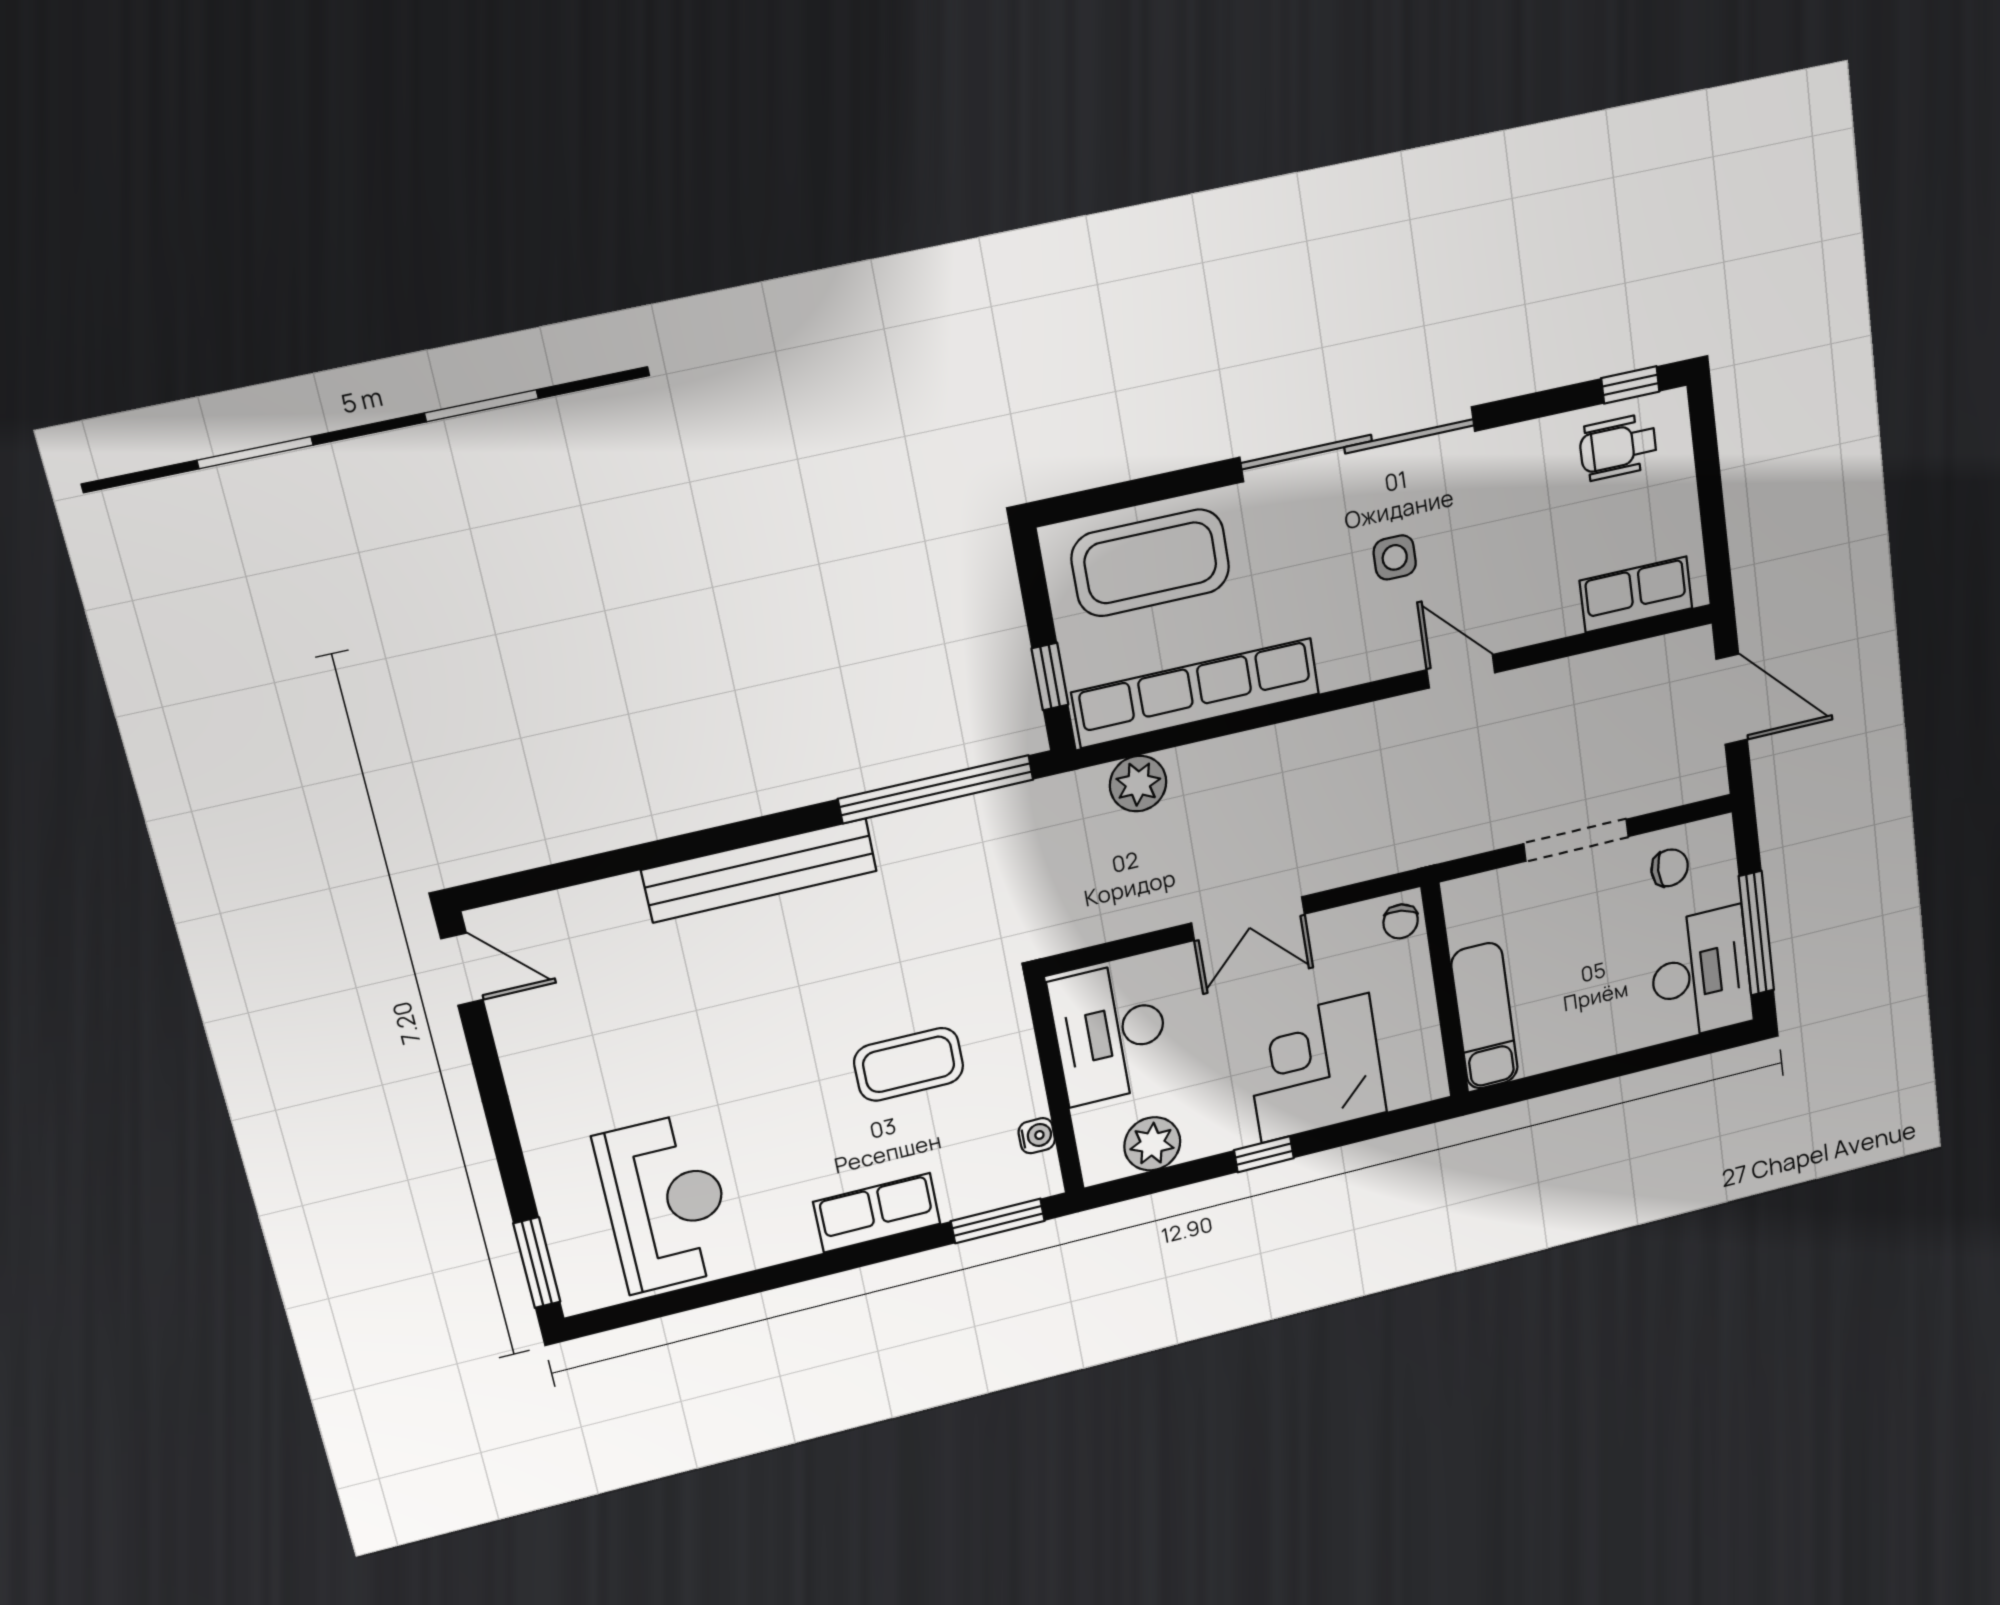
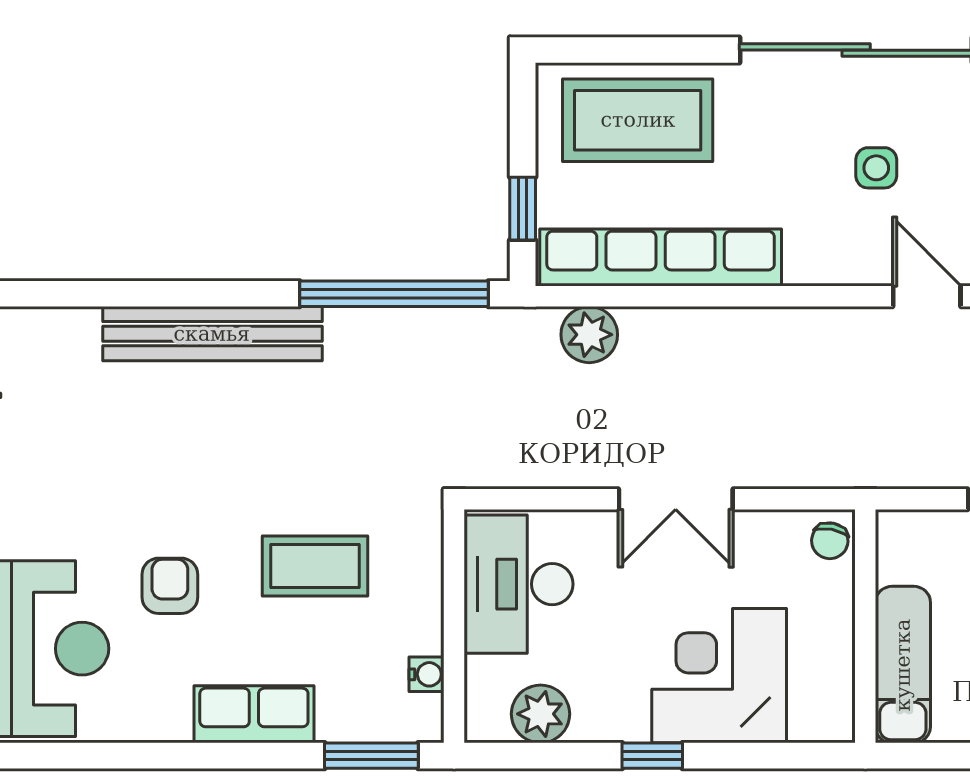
armchair: (769, 1117) -> (170, 586), added

